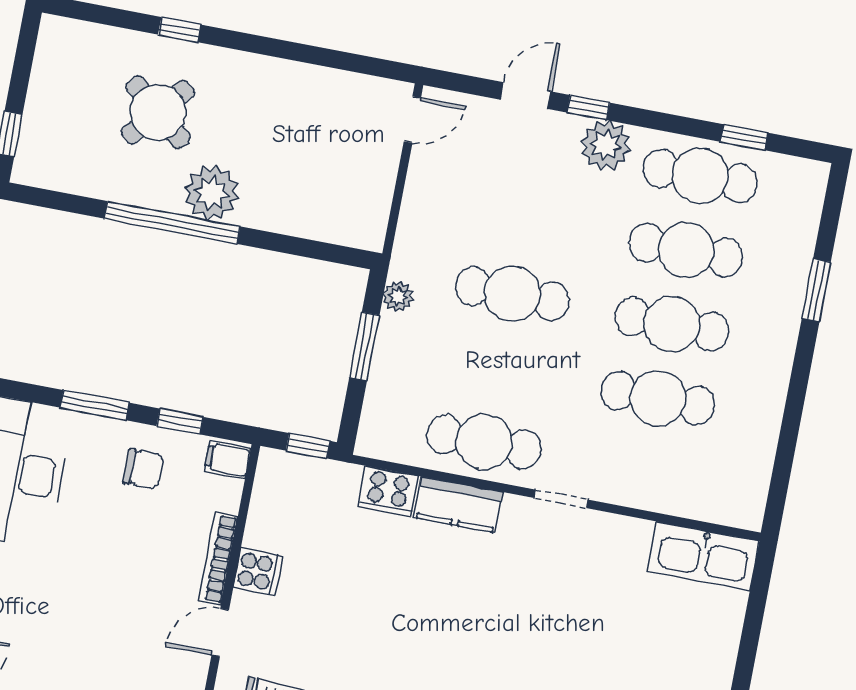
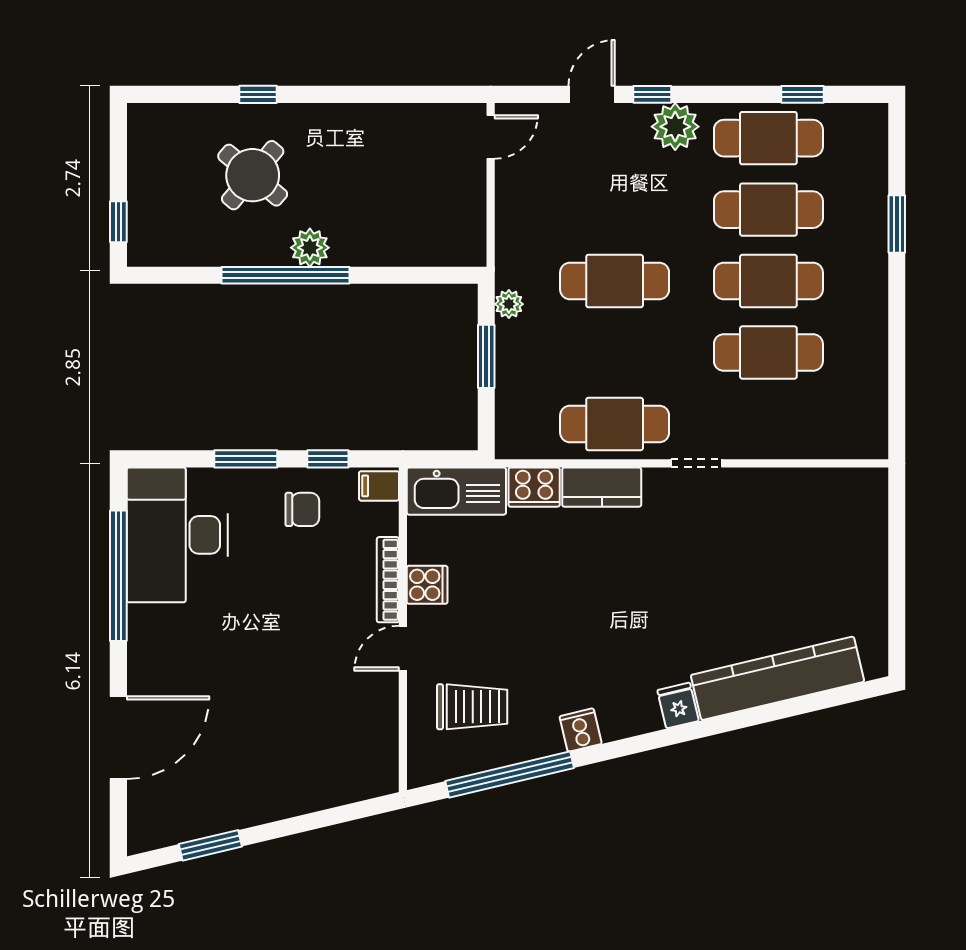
plant: (212, 193) -> (310, 248), width x0.73, depth x0.73
window: (308, 446) -> (451, 459), removed
kitchen sink: (703, 556) -> (456, 491), moved

